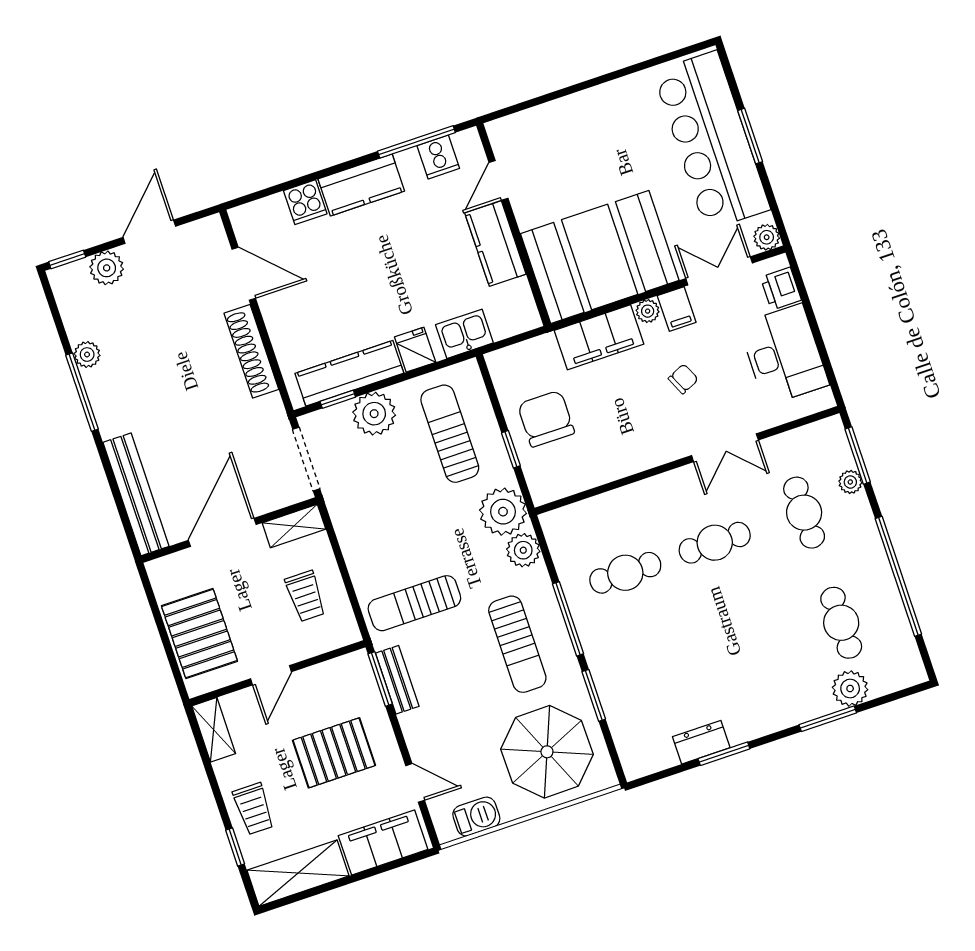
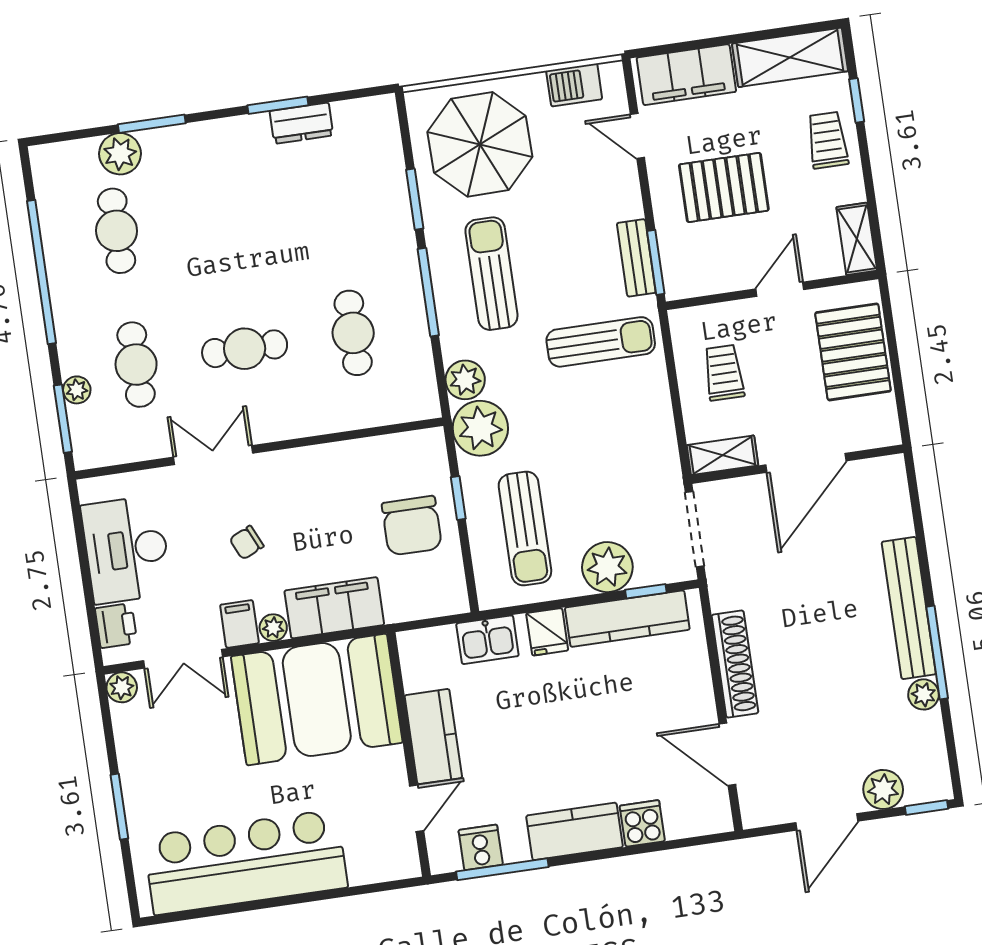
bar counter: (712, 141) -> (245, 862), moved, turned -90
bench: (136, 494) -> (909, 608), moved
cafe table: (625, 573) -> (353, 333), turned 90

